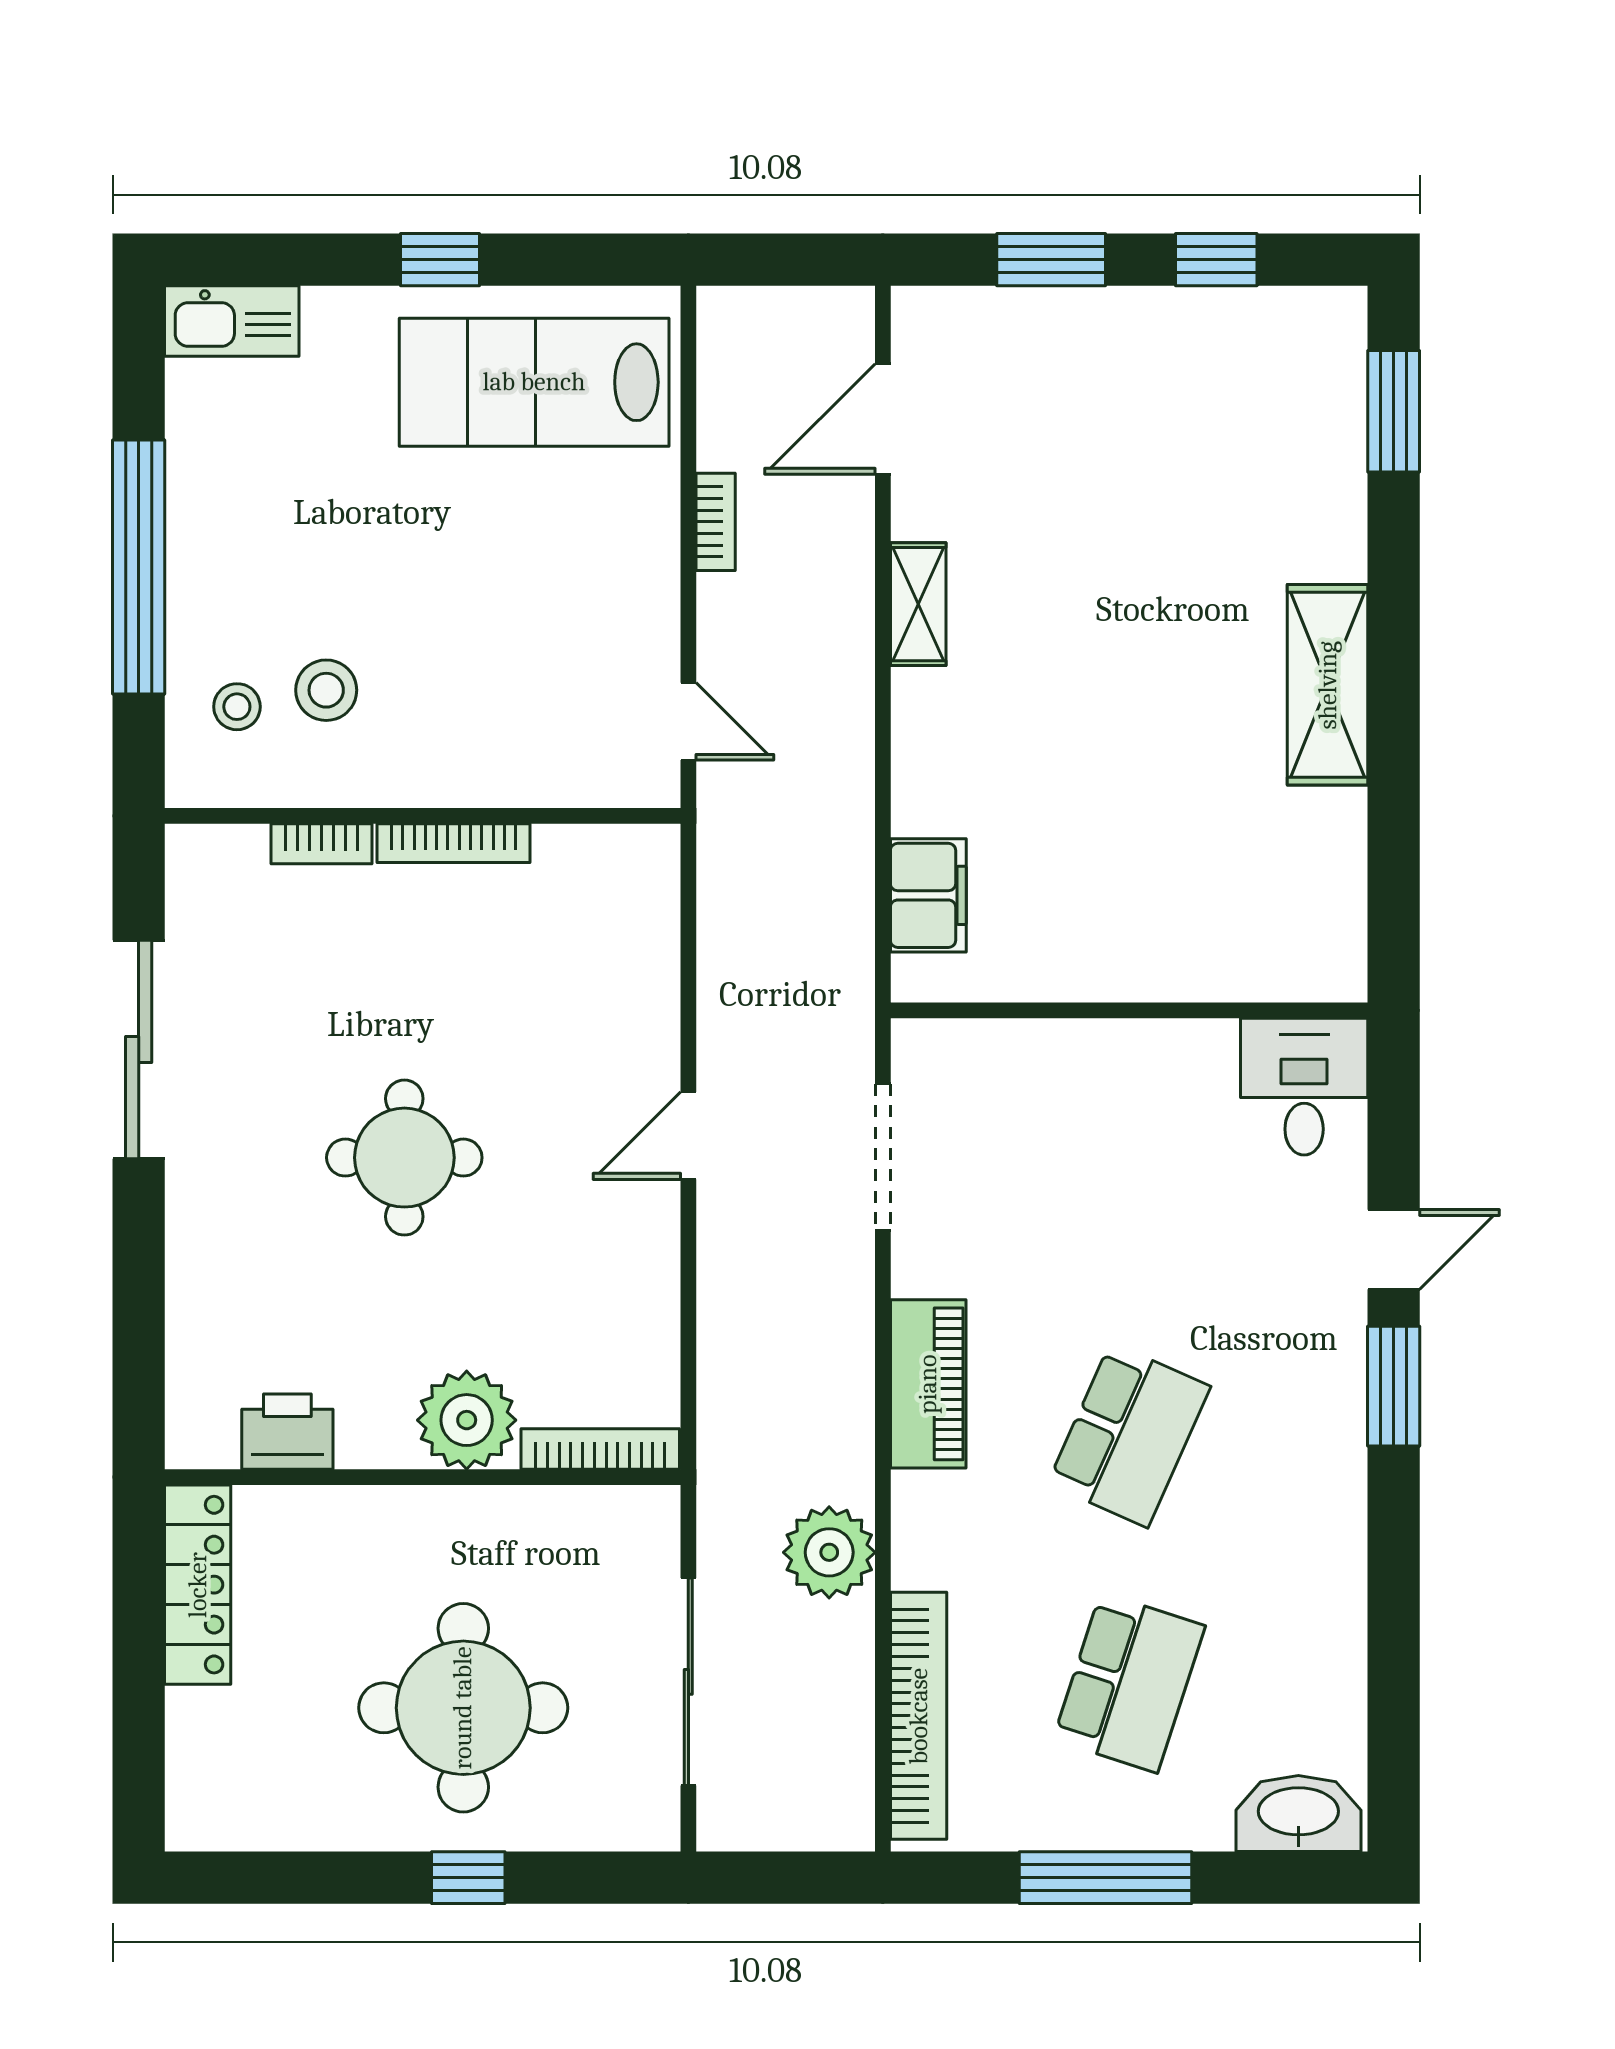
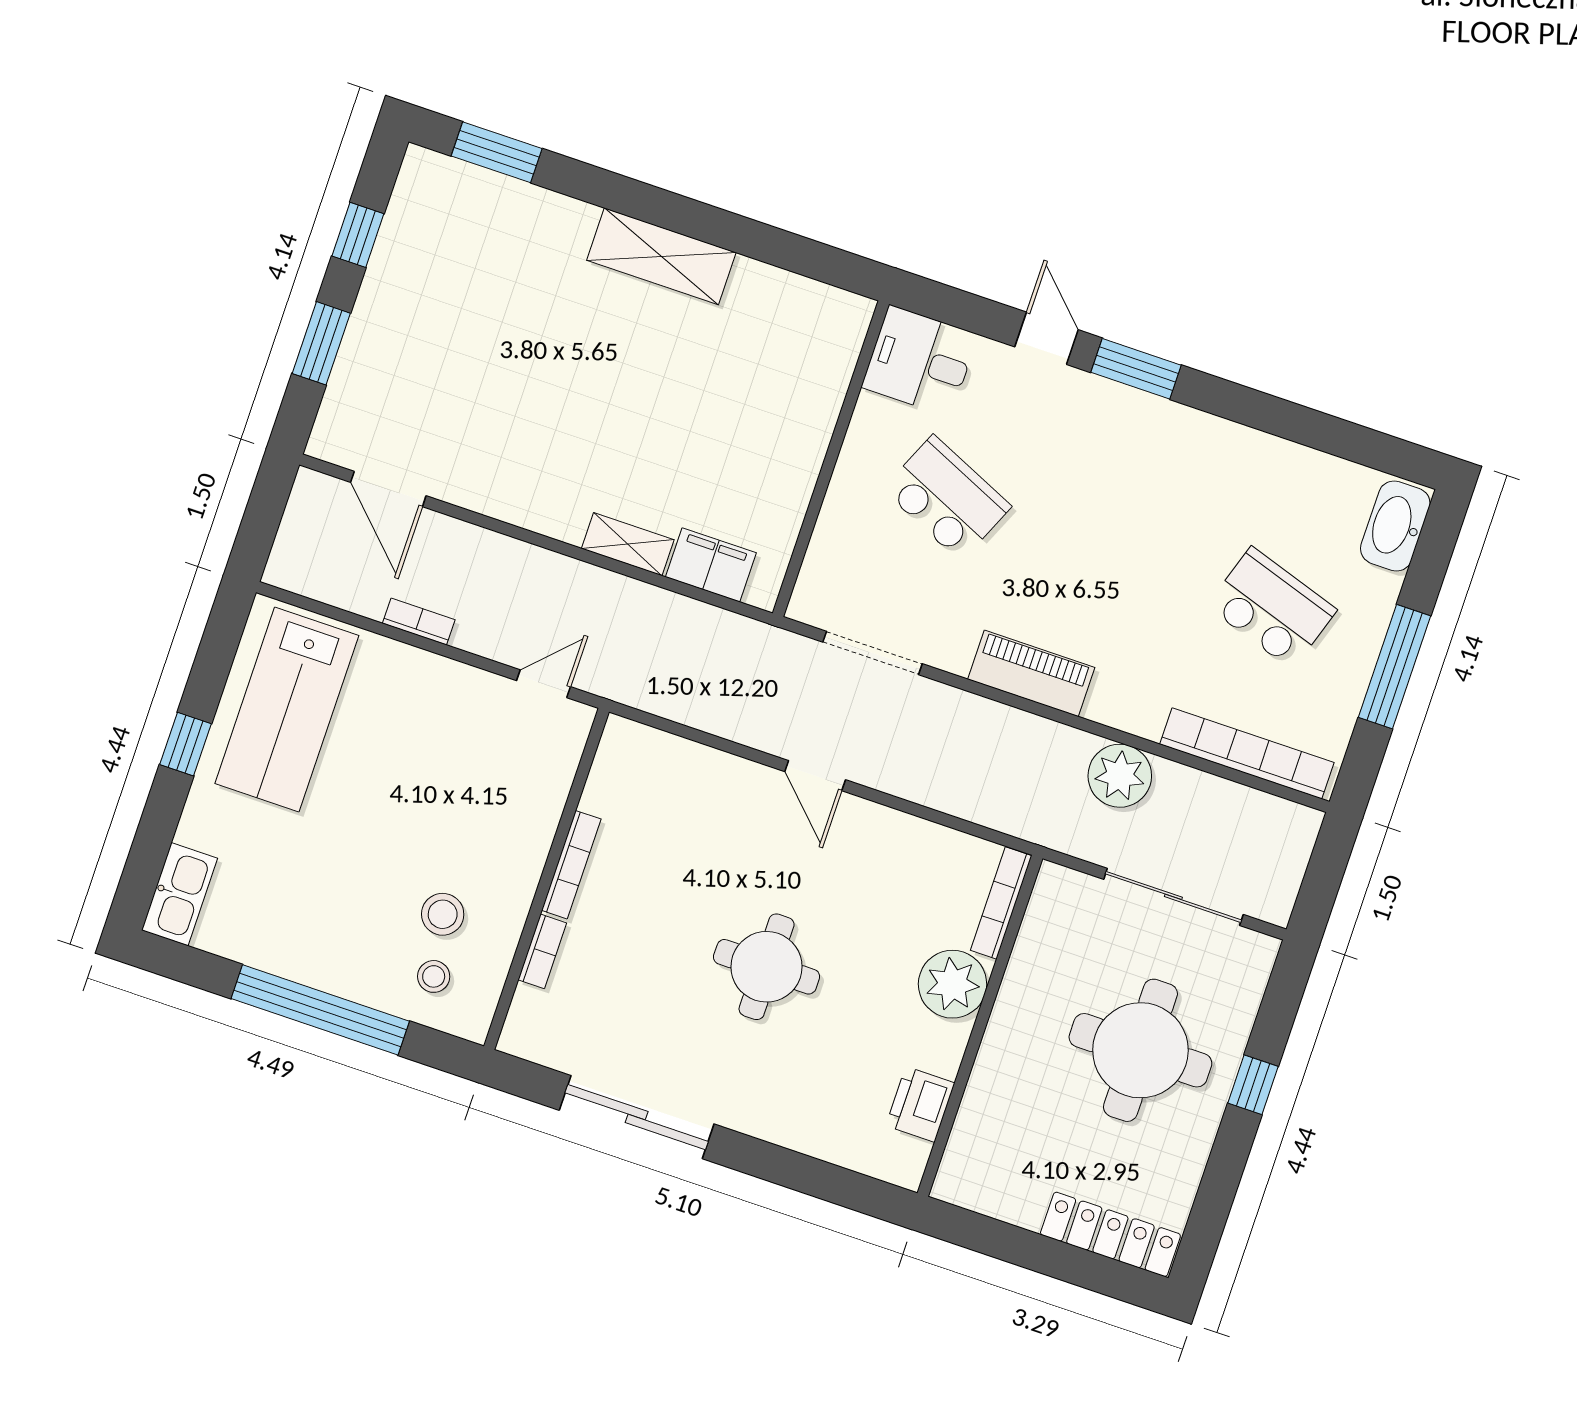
shelving: (918, 604) -> (628, 544), moved
school desk: (1129, 1435) -> (947, 498), moved
locker: (198, 1585) -> (1110, 1234), moved

